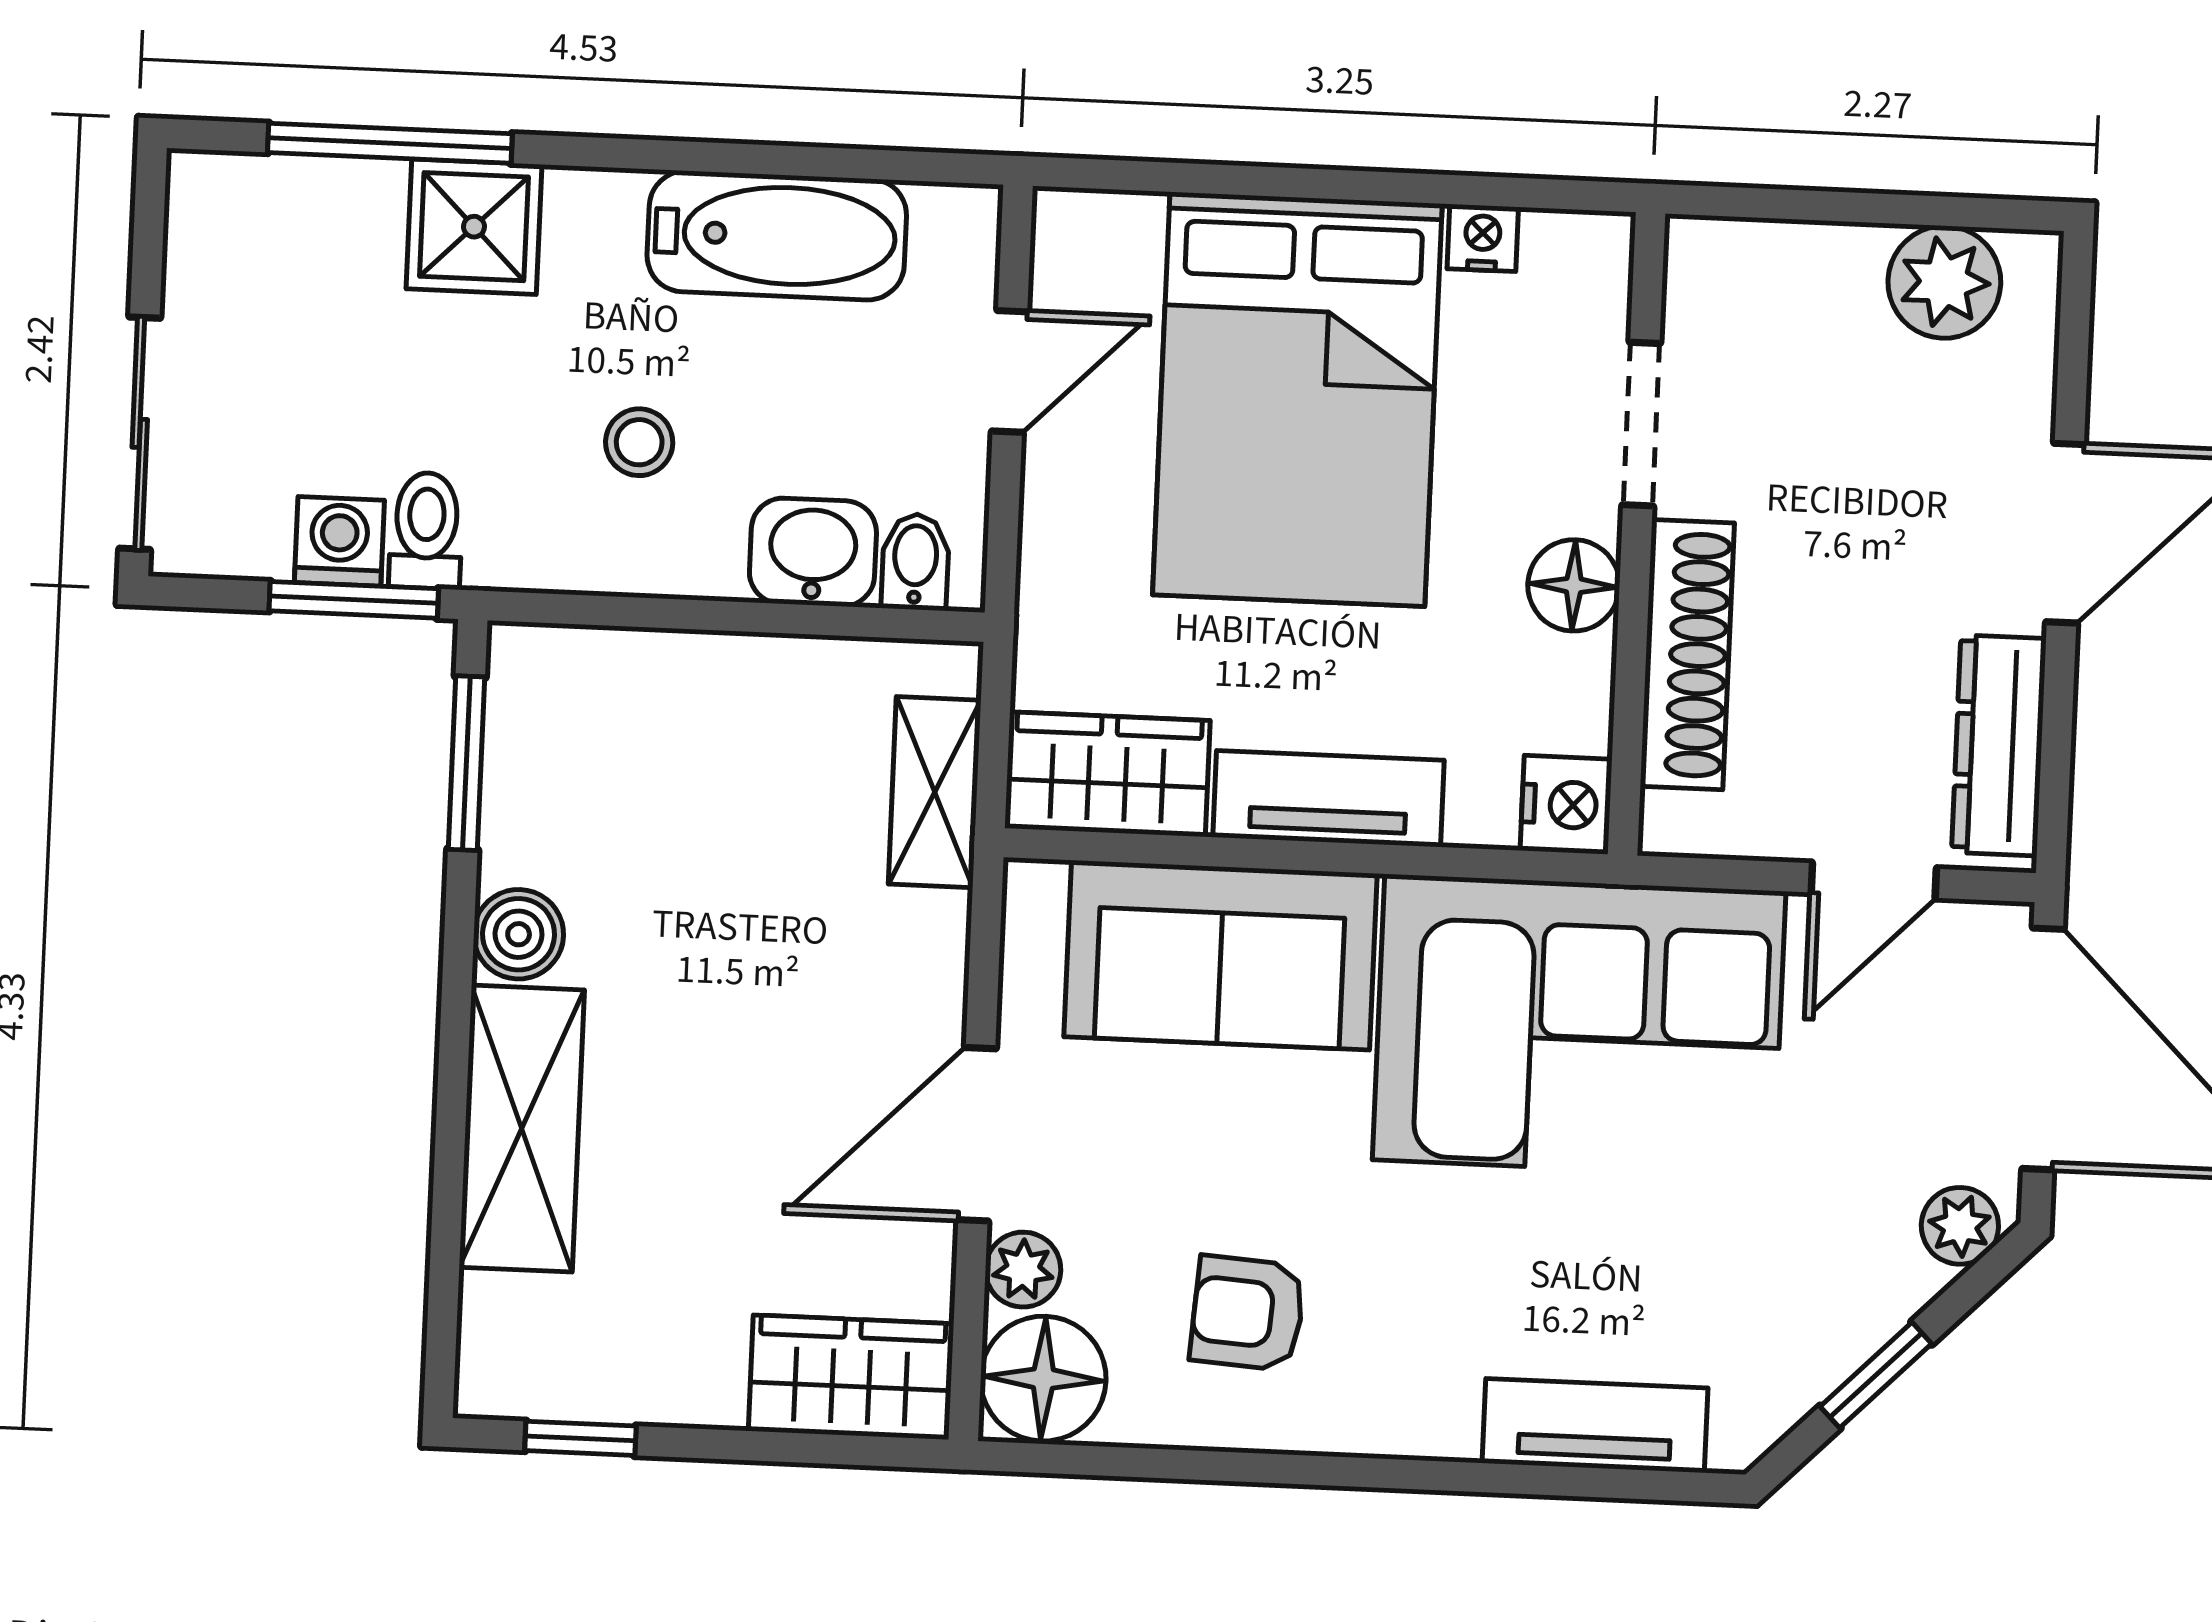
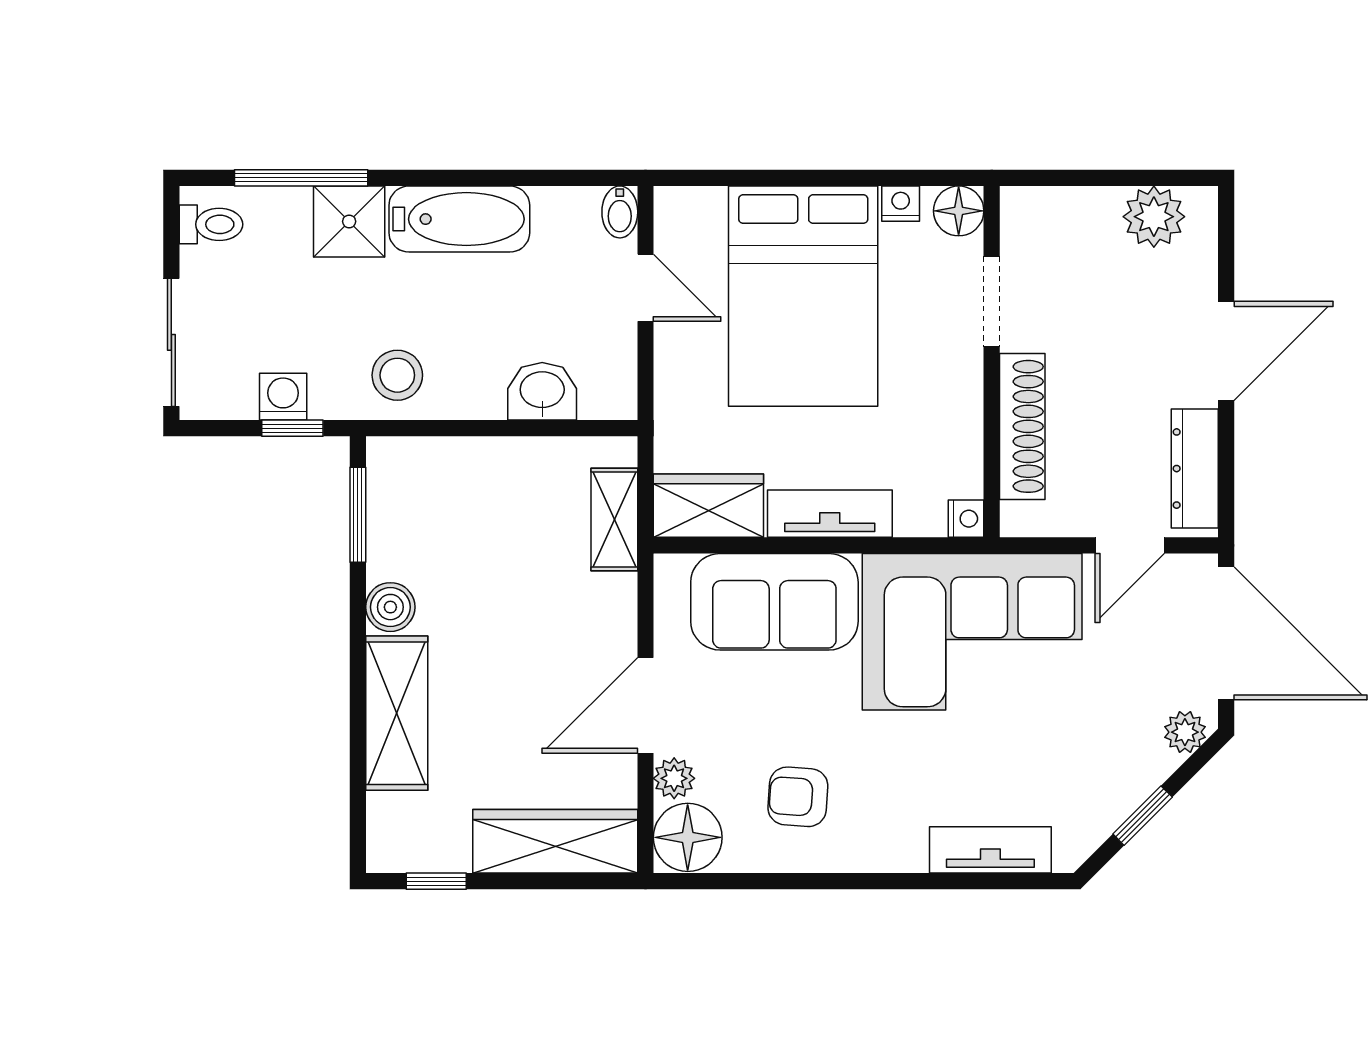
bathtub: (777, 235) -> (459, 219), moved
door: (1010, 371) -> (645, 288), hinge flipped
stool: (639, 442) -> (397, 375), moved, width x1.37, depth x1.37
toilet: (426, 531) -> (211, 224), moved, turned 90
bidet: (915, 562) -> (620, 212), moved, turned 180
floor lamp: (1574, 585) -> (959, 211), moved
window: (354, 600) -> (292, 428), width x0.67
nightstand: (1566, 805) -> (966, 519), width x0.72, depth x0.74
wardrobe: (851, 1377) -> (555, 841), width x1.50

